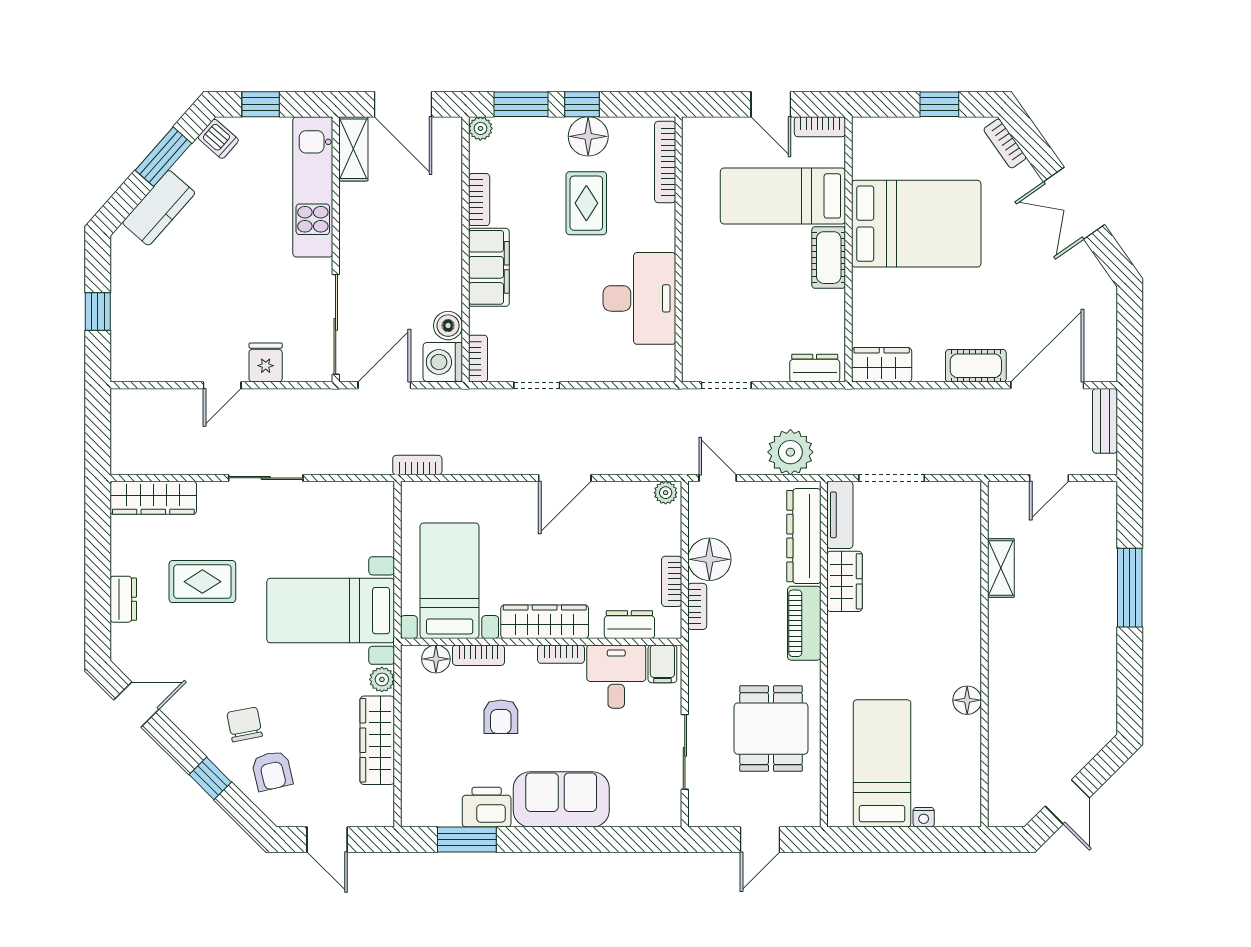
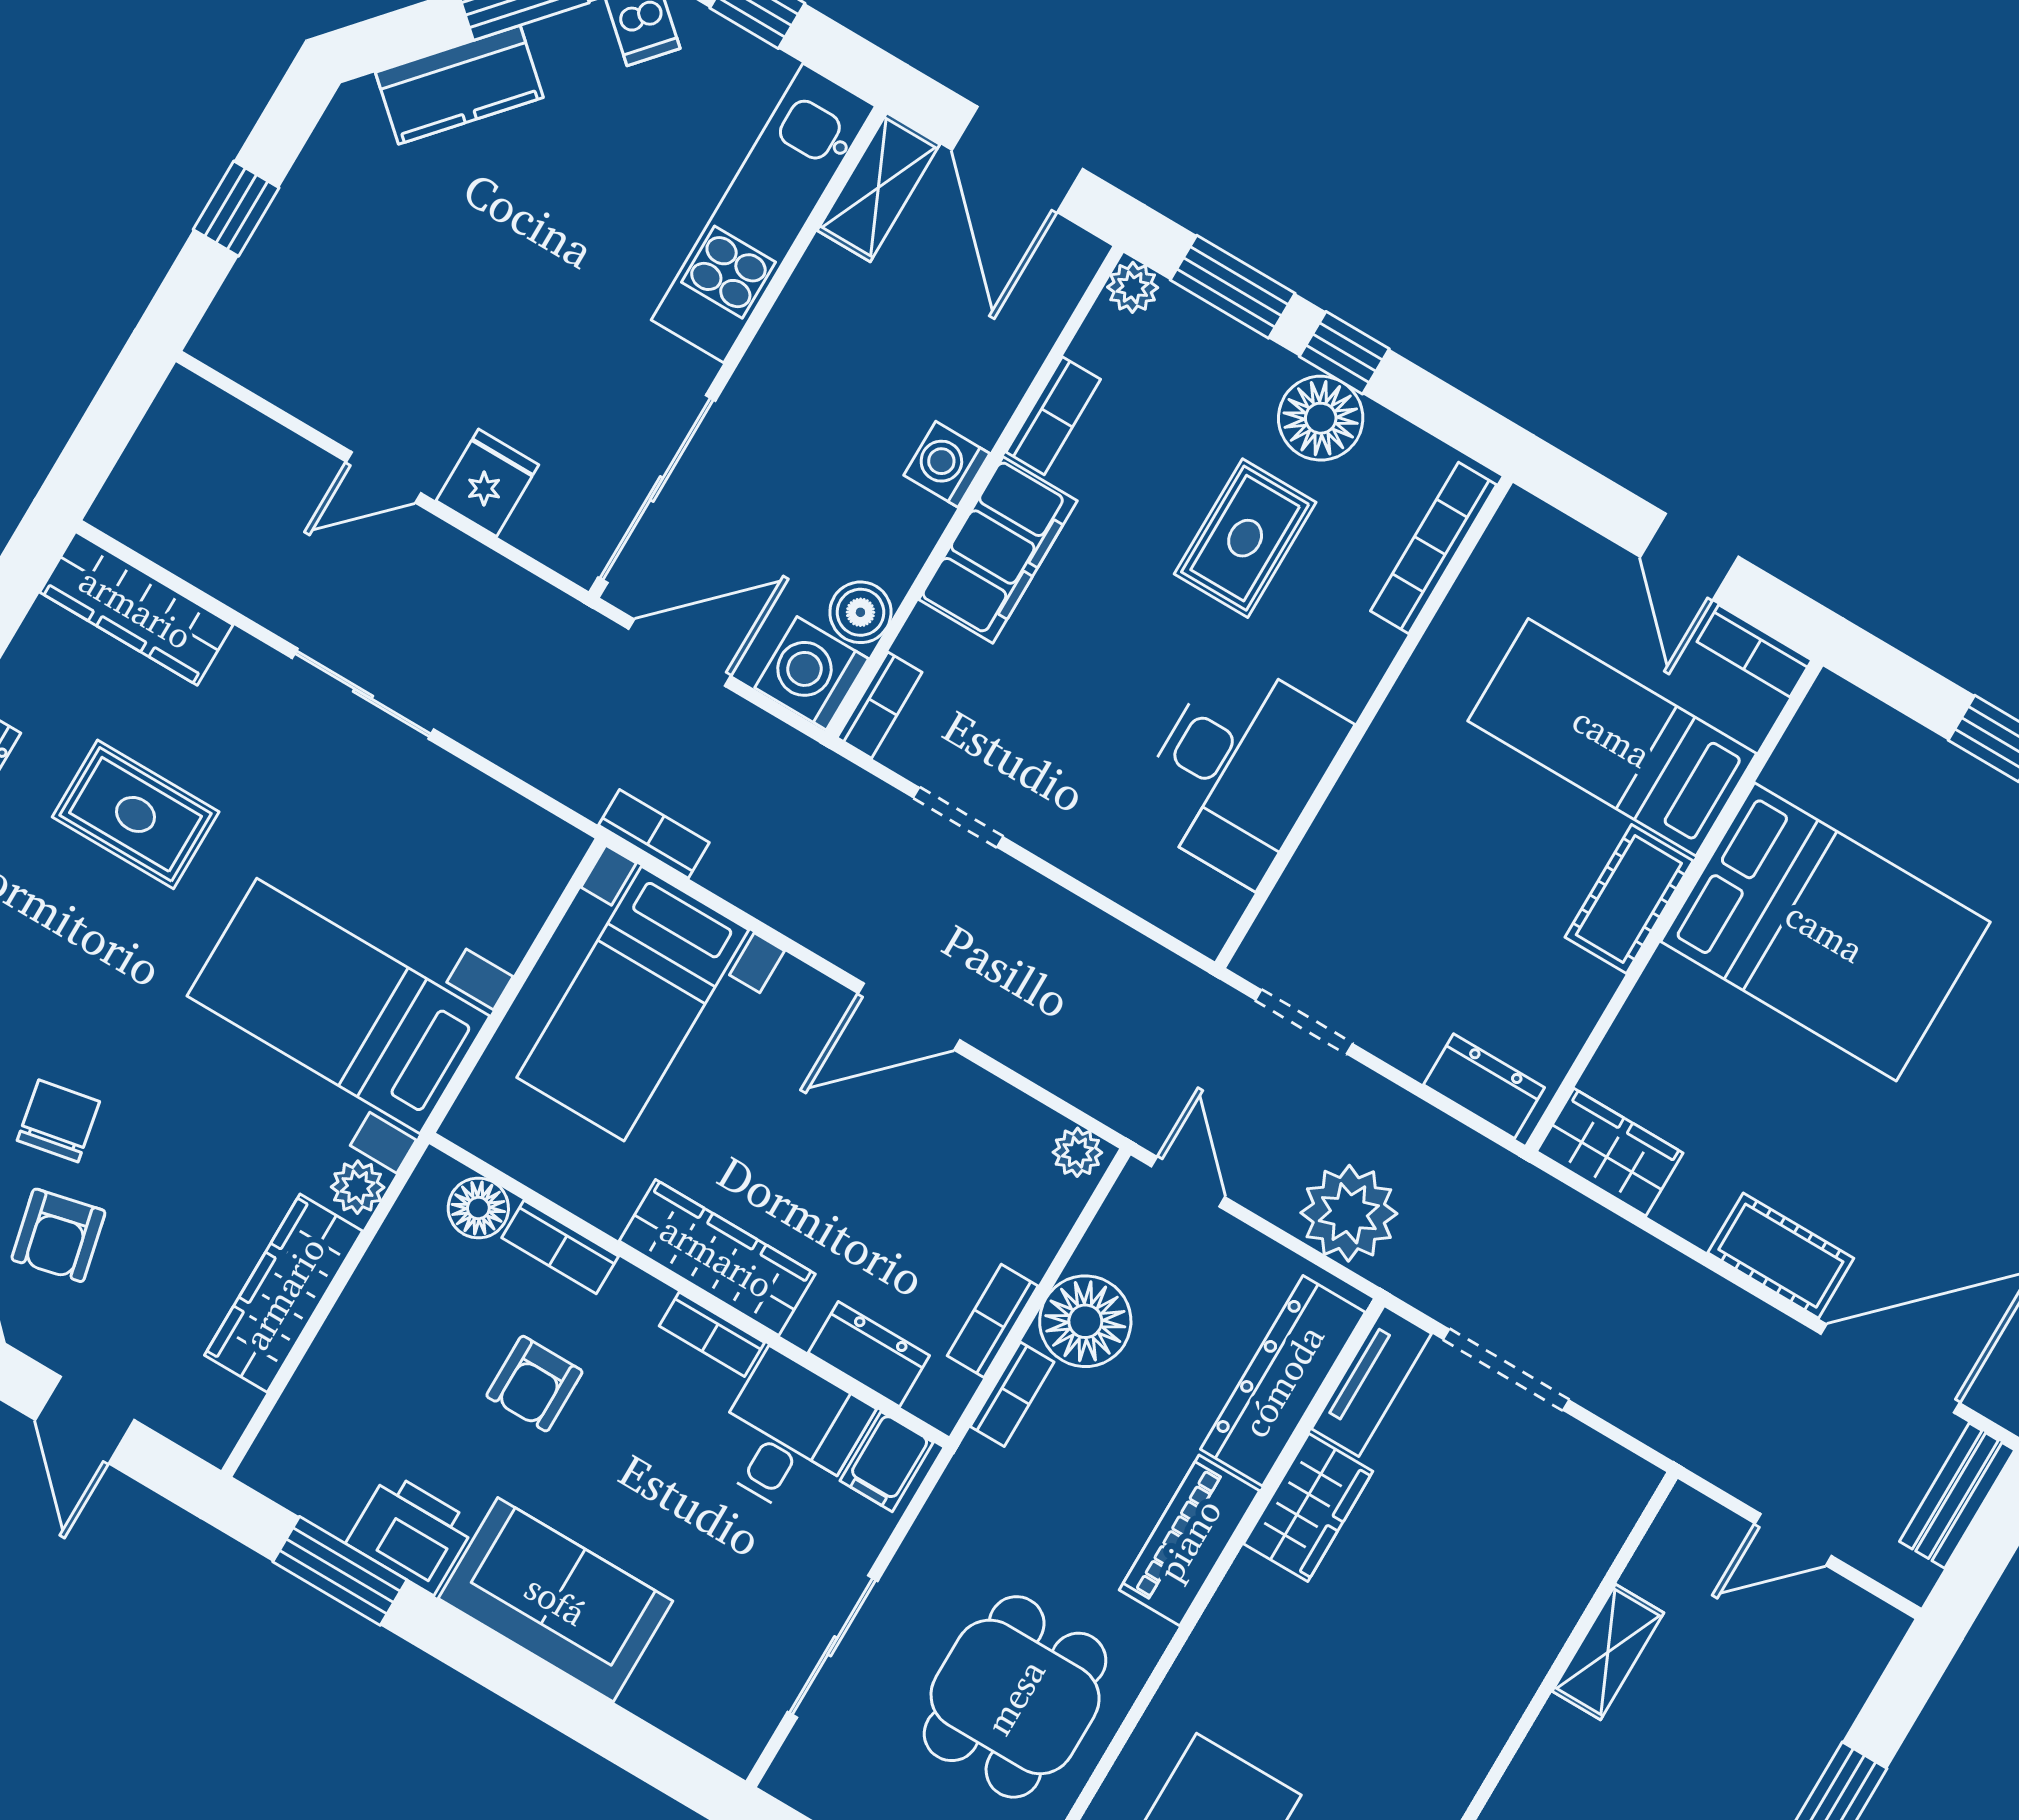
washing machine: (448, 245) -> (947, 464), added
bed with nightstands: (450, 581) -> (633, 1004), moved, turned 180

